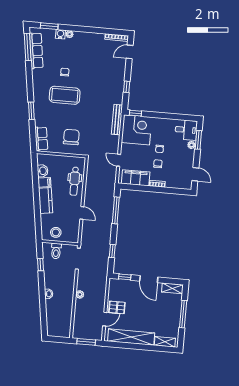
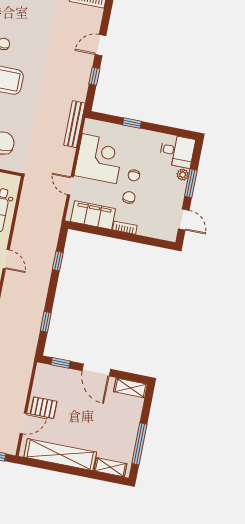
door: (130, 52) -> (101, 45), moved
window: (135, 113) -> (132, 123), moved
corner desk: (137, 130) -> (99, 159), moved
window: (198, 140) -> (191, 183), moved
window: (116, 210) -> (58, 261), width x0.46
window: (183, 314) -> (139, 444), moved

